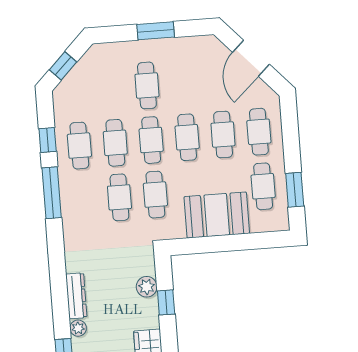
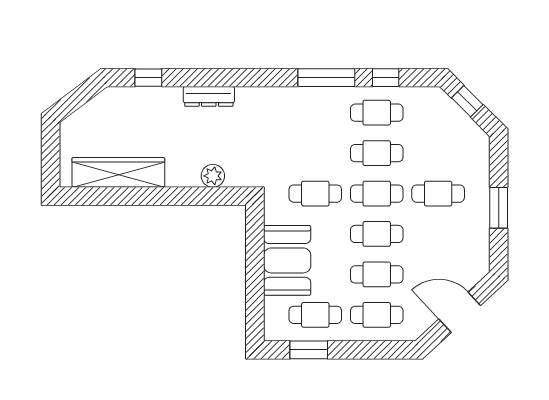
cafe table: (119, 197) -> (315, 153), removed
window: (166, 302) -> (194, 196), removed
plant: (78, 328) -> (173, 96), removed

